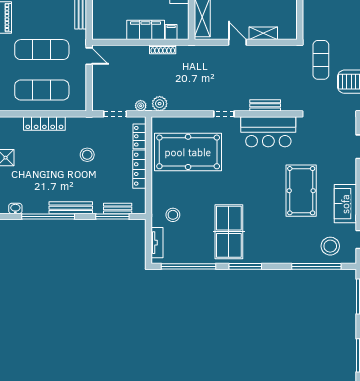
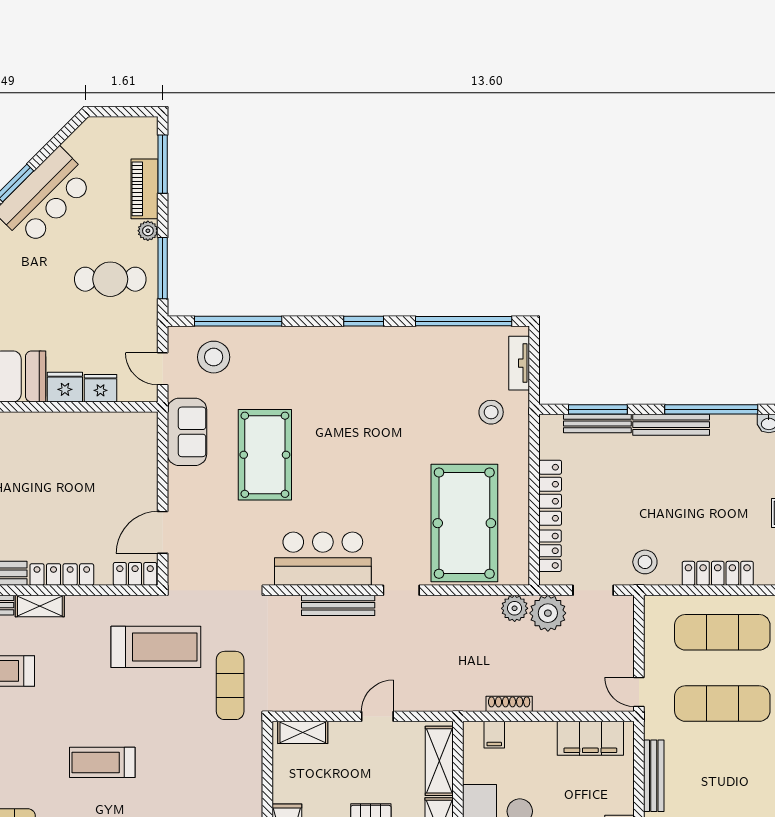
filing cabinet: (146, 30) -> (590, 738), moved
shelving: (263, 33) -> (303, 732), moved
door: (237, 42) -> (377, 716), swing flipped
bench: (265, 105) -> (338, 605), width x1.36
plant: (141, 106) -> (548, 613), width x1.87, depth x1.87
pool table: (188, 152) -> (464, 523), turned 90
stool: (87, 155) -> (645, 562), moved
bench: (118, 208) -> (597, 423), width x1.36
table tennis table: (229, 232) -> (392, 382), removed
window: (245, 266) -> (364, 321), width x0.69

